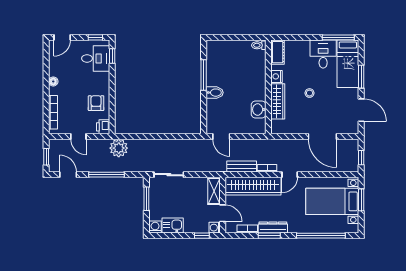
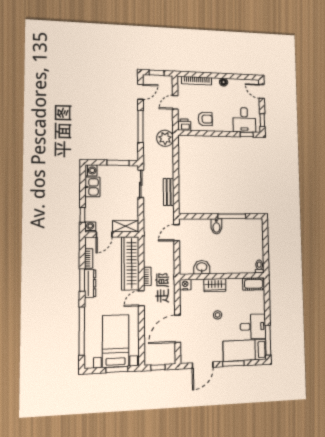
nightstand: (277, 76) -> (185, 285), moved
wardrobe: (278, 101) -> (215, 285), width x0.67
bench: (242, 166) -> (169, 192), moved
door: (290, 175) -> (141, 298), hinge flipped

